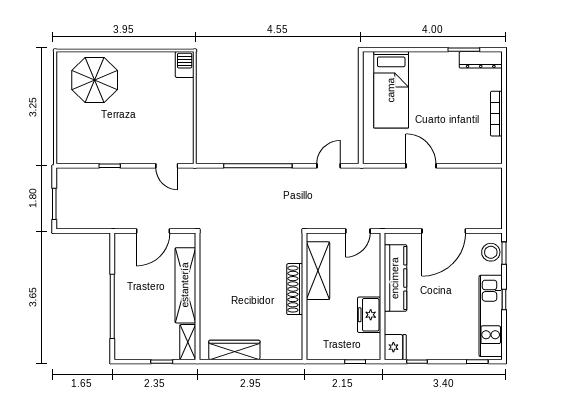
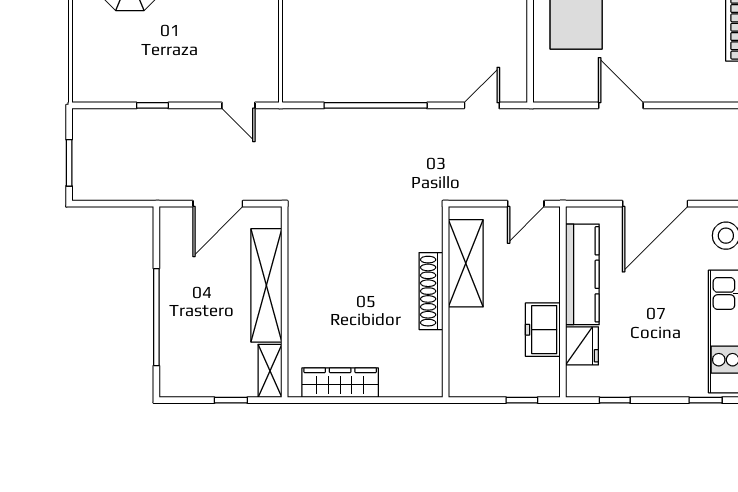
fridge: (395, 347) -> (582, 346), moved

